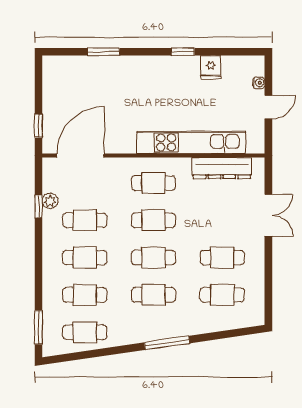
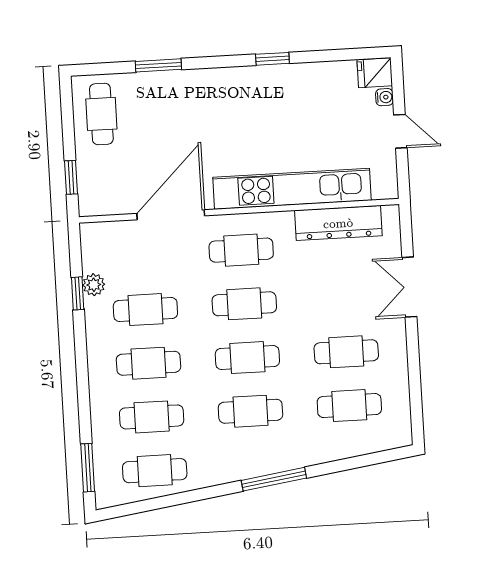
fridge: (211, 67) -> (375, 73), moved, turned 90
cafe table: (62, 83) -> (101, 114), added
door: (268, 107) -> (400, 131), hinge flipped
door: (80, 156) -> (171, 215), moved
double door: (268, 215) -> (409, 287), swing flipped

